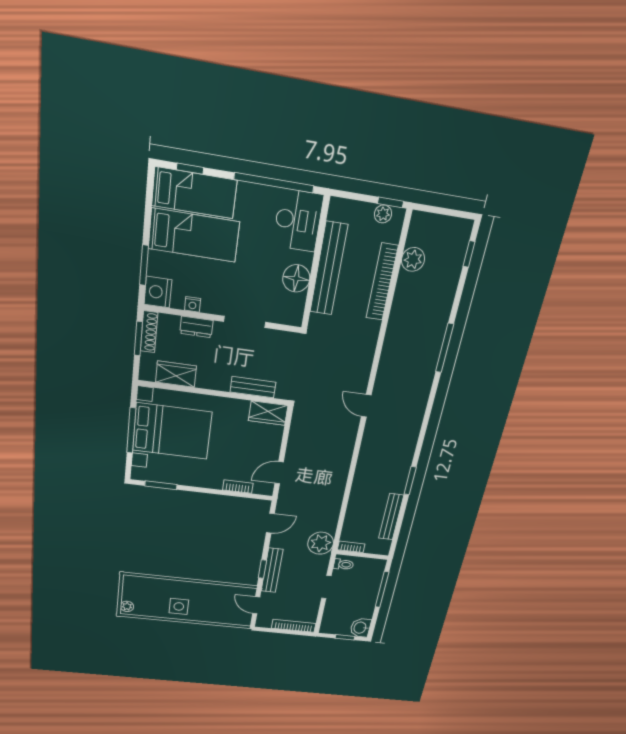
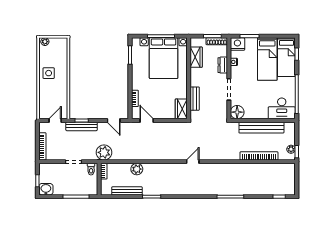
plant: (413, 259) -> (137, 169), moved
floor lamp: (296, 278) -> (237, 112), moved

